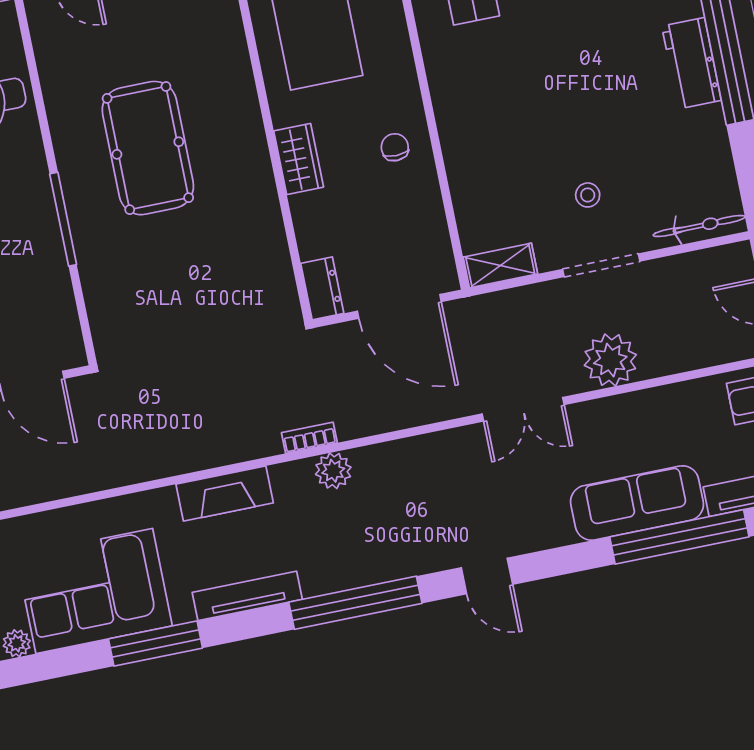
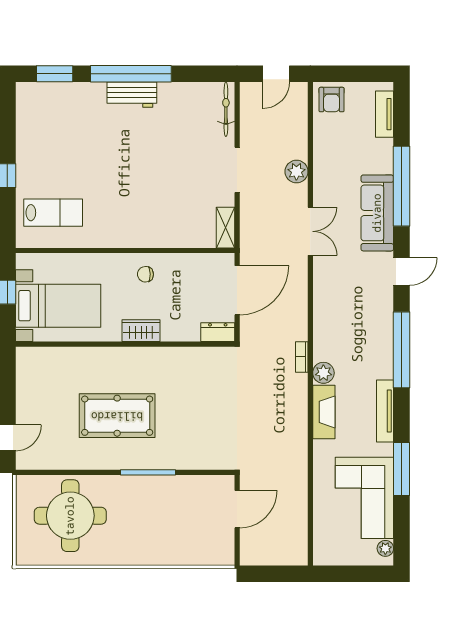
stool: (588, 195) -> (195, 169), removed
plant: (610, 360) -> (296, 172), width x0.73, depth x0.73
plant: (333, 471) -> (323, 373), moved
sofa: (637, 503) -> (377, 213), moved
window: (679, 537) -> (402, 186), moved

